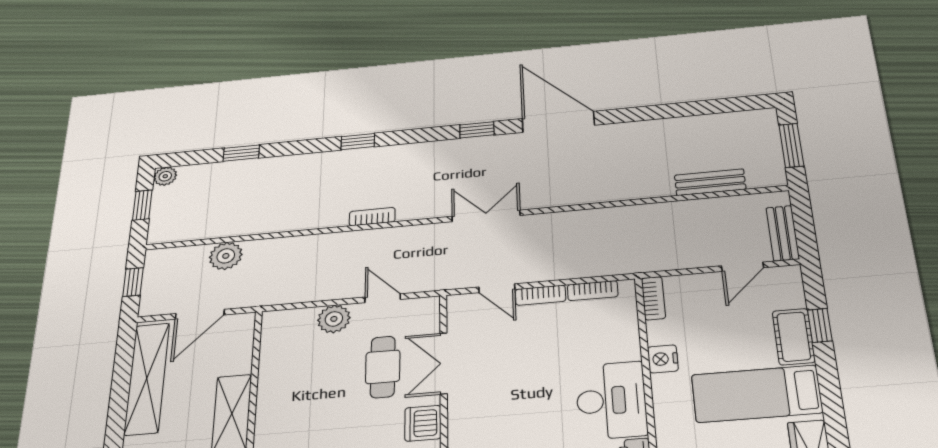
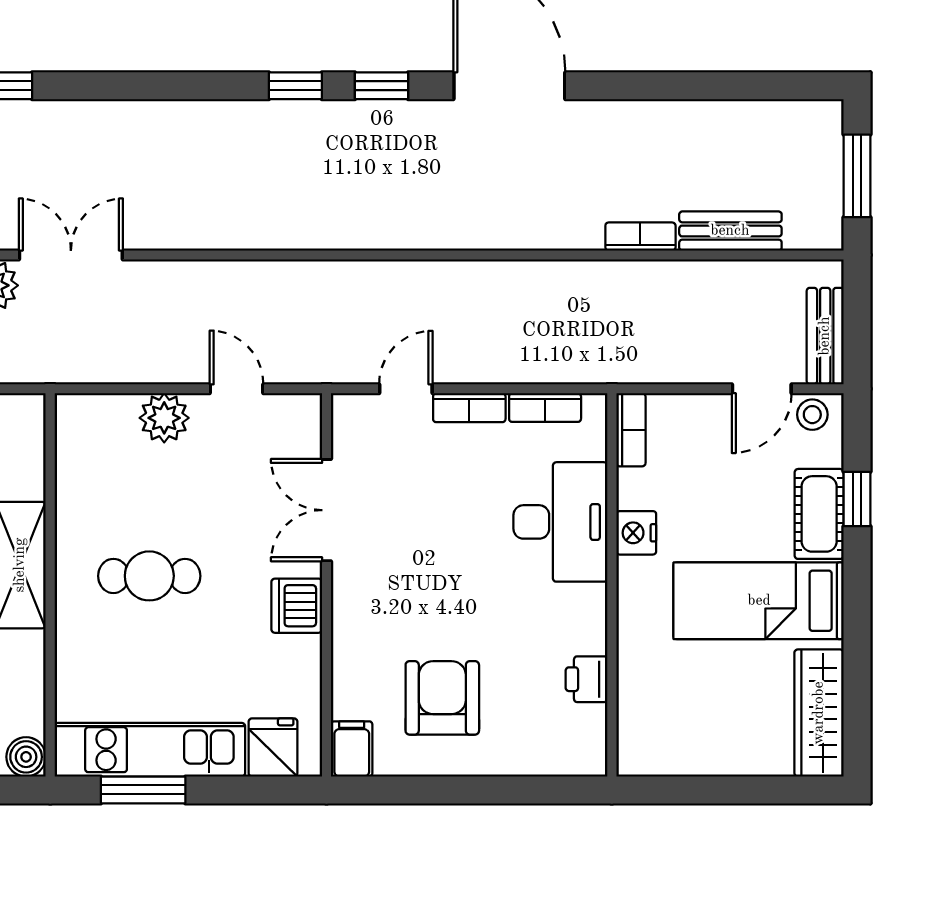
window: (358, 142) -> (295, 86), moved
double door: (486, 216) -> (71, 255), moved
bookcase: (372, 217) -> (640, 237), moved
stool: (780, 278) -> (812, 415), added
door: (497, 288) -> (406, 389), swing flipped
cafe table: (383, 367) -> (149, 576), moved, turned 90
desk: (611, 400) -> (560, 522), moved

